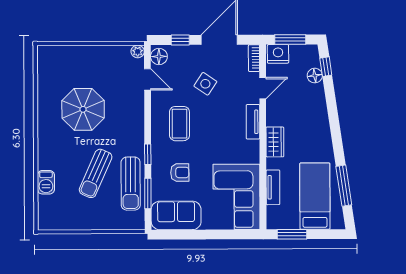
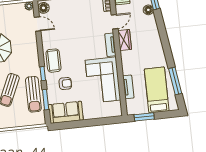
side table: (205, 84) -> (76, 23), removed
coffee table: (179, 124) -> (53, 61), moved
wardrobe: (275, 142) -> (125, 40), moved
corner sofa: (236, 197) -> (103, 80), moved

